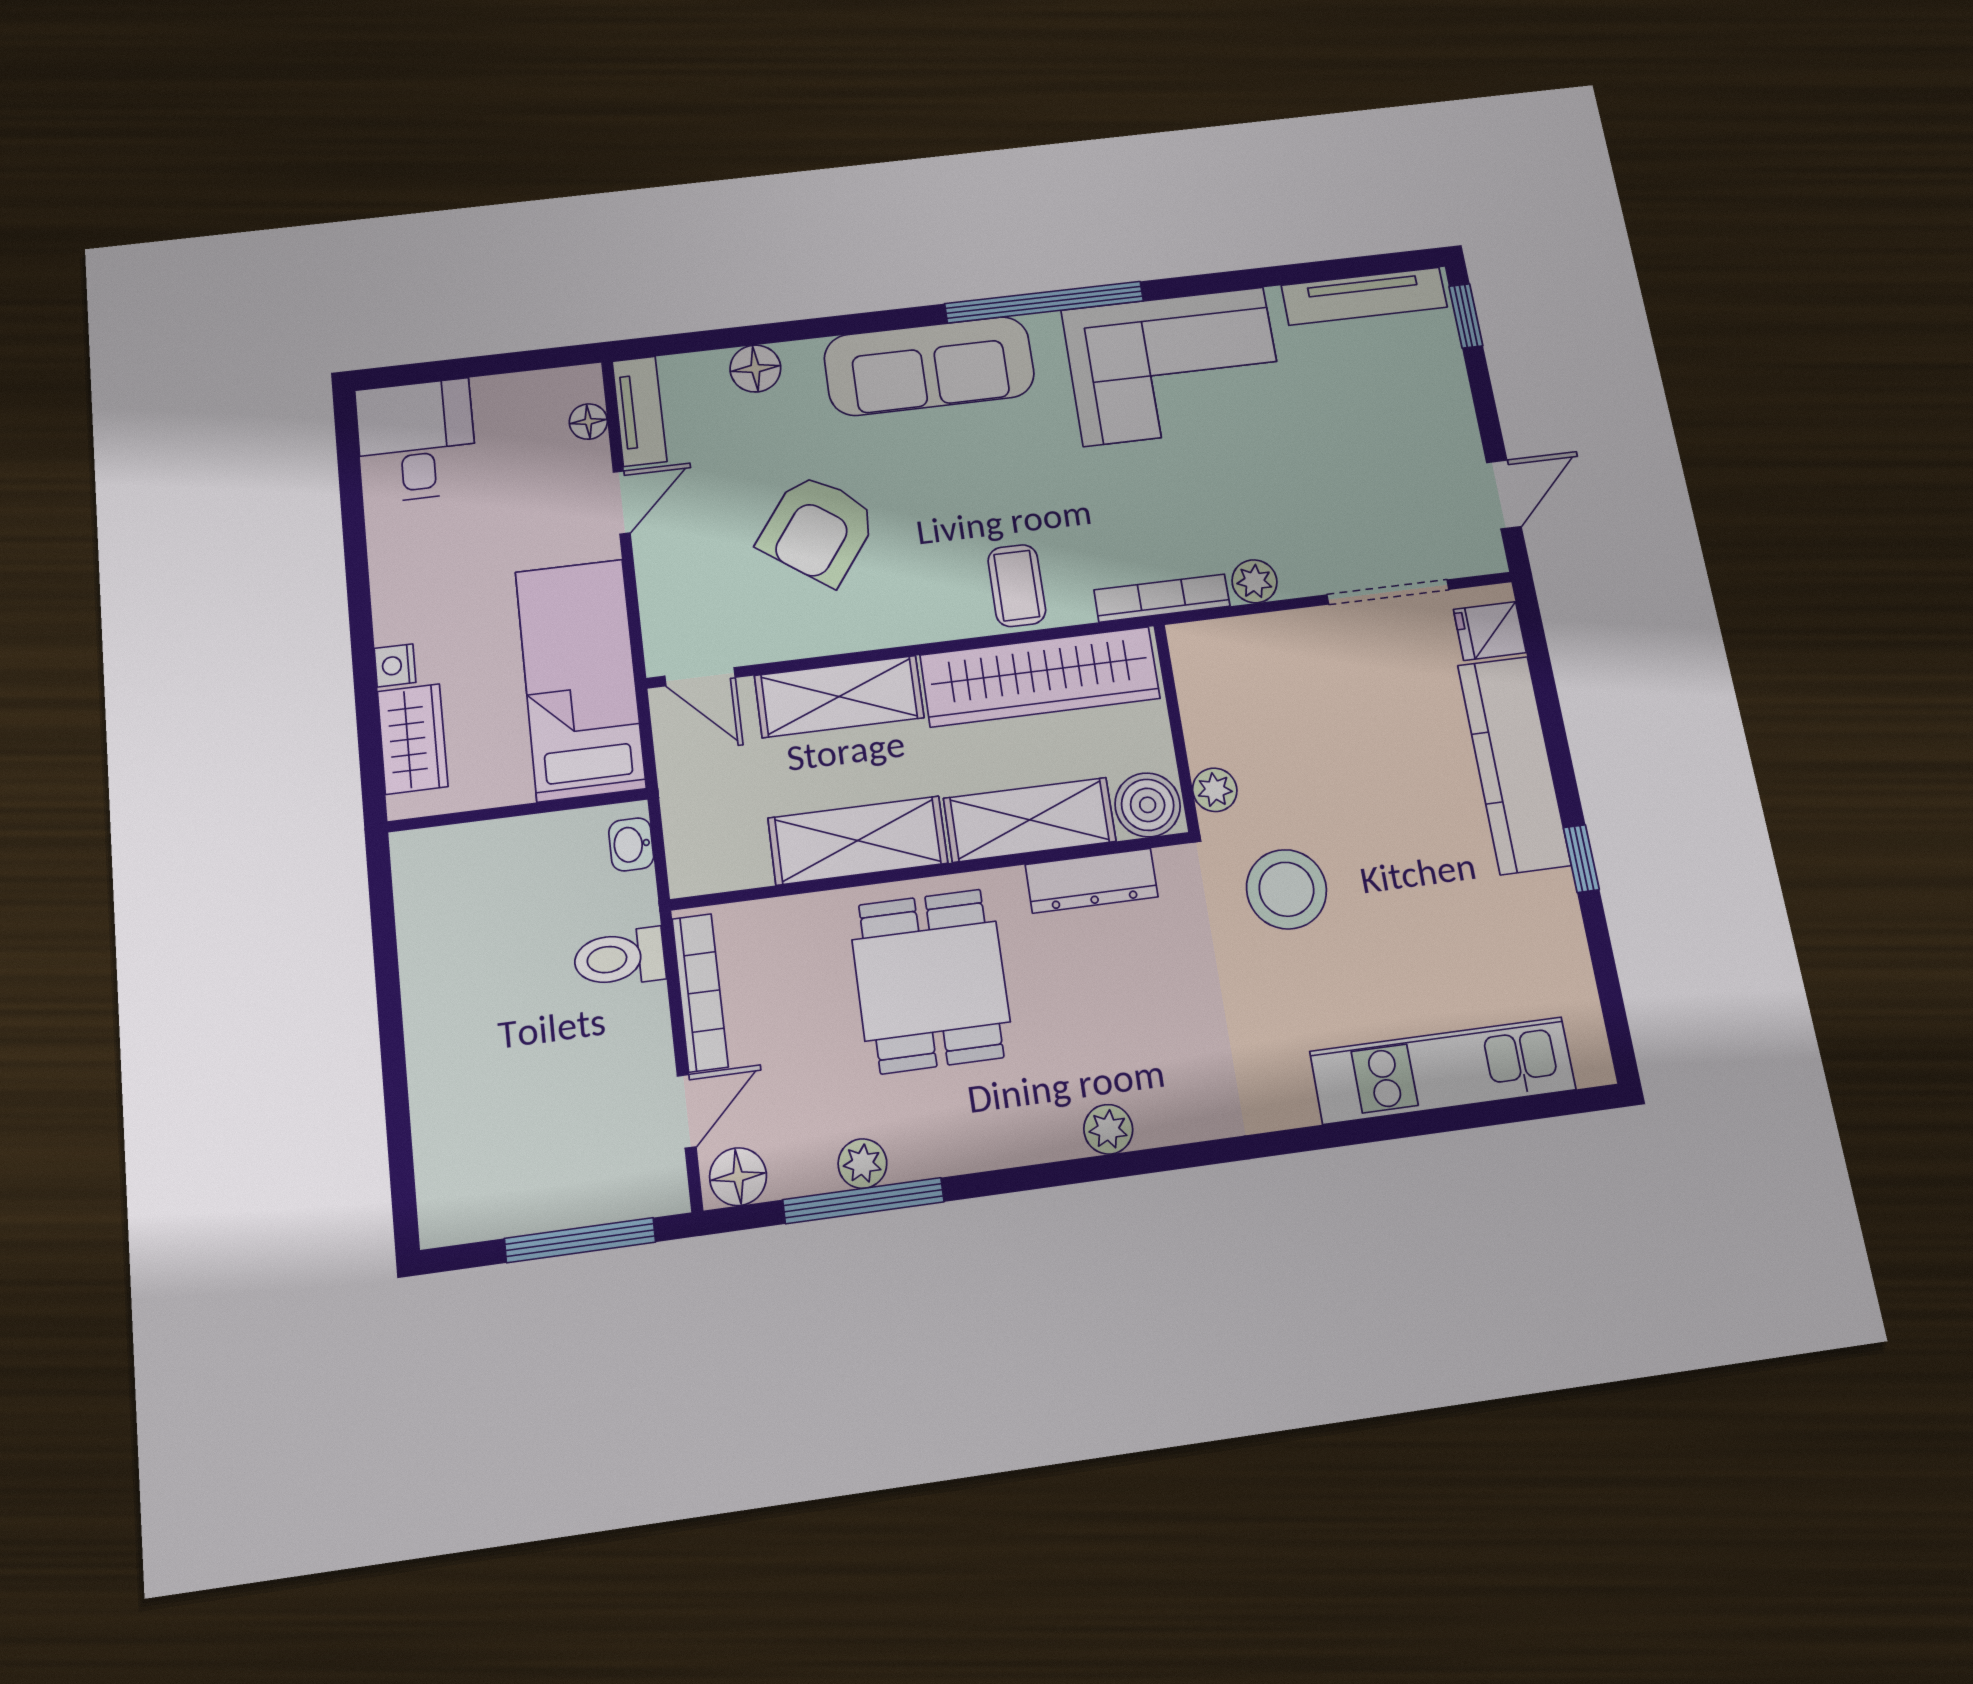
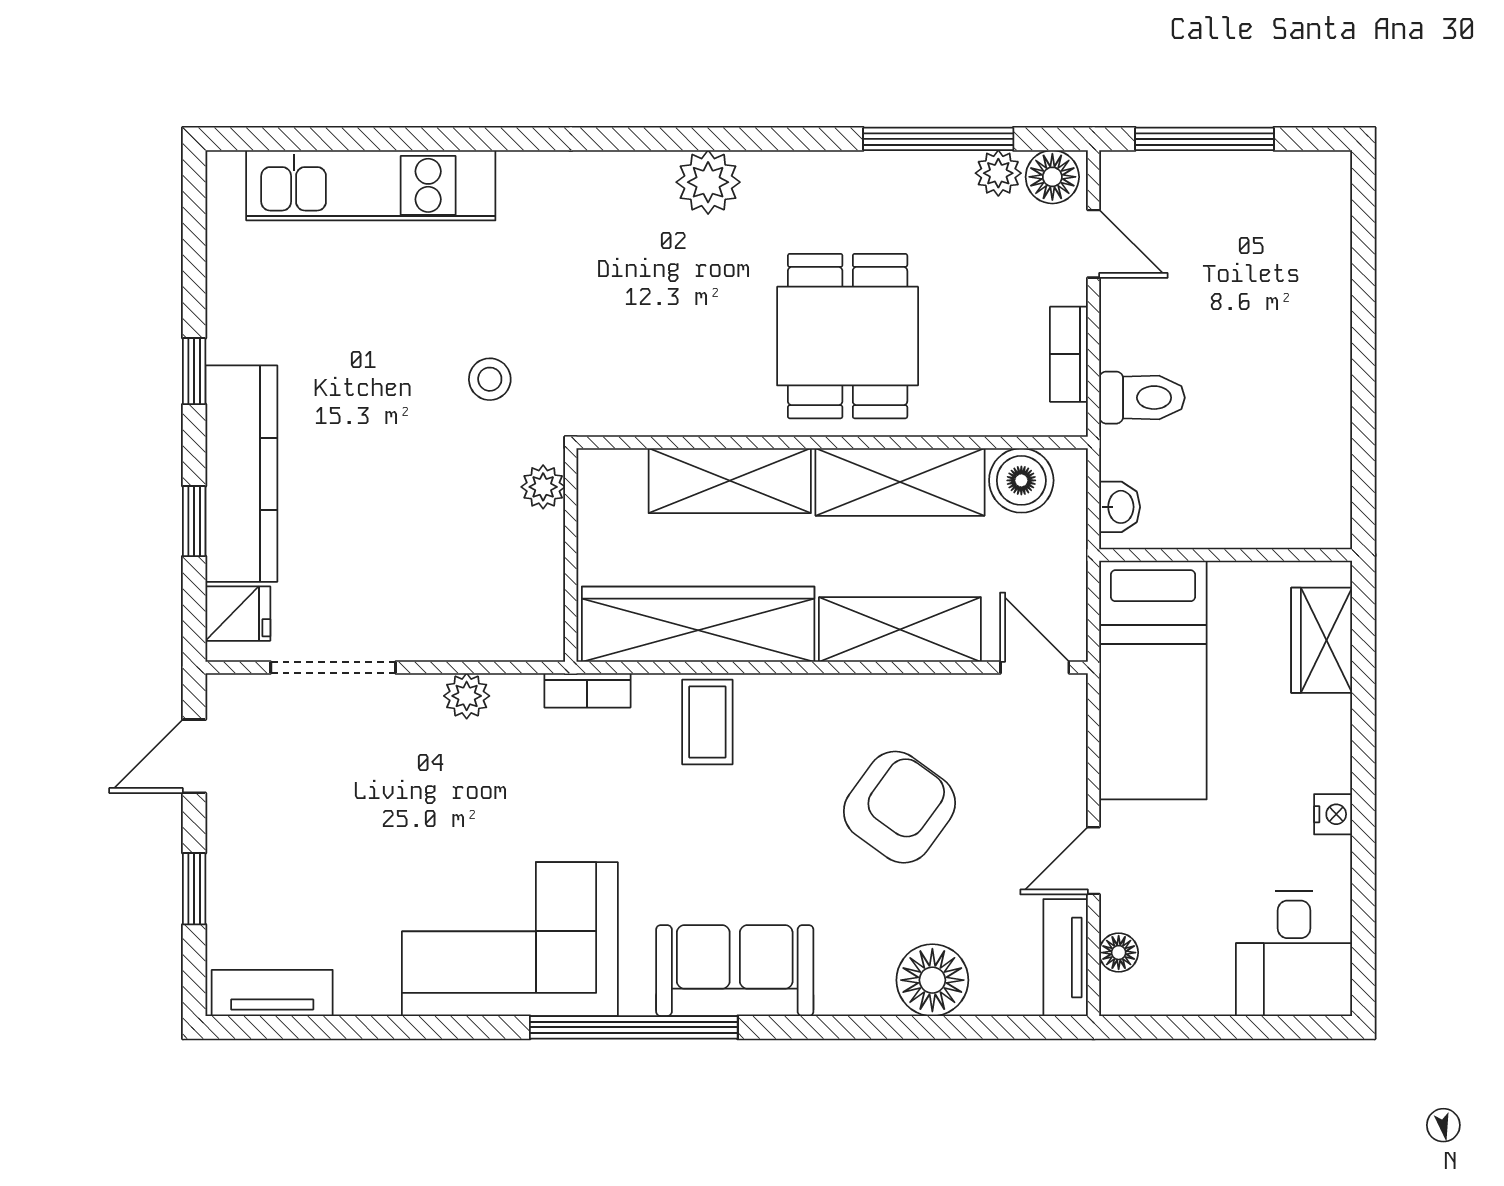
tv unit: (1364, 296) -> (272, 993), width x0.71
window: (1466, 316) -> (194, 889), moved
sofa: (929, 366) -> (735, 971), width x0.73
floor lamp: (755, 369) -> (932, 980), width x1.38, depth x1.38
bookcase: (1162, 598) -> (587, 690), width x0.64
nightstand: (395, 665) -> (1333, 814), moved
window: (1550, 713) -> (194, 521), added
boiler: (1148, 805) -> (1021, 480), moved
dresser: (1092, 881) -> (678, 413), removed
stool: (1286, 889) -> (490, 379), width x0.53, depth x0.53
bookcase: (700, 992) -> (1069, 354), width x0.64
door: (687, 1111) -> (1094, 244), swing flipped
plant: (1108, 1129) -> (708, 182), width x1.38, depth x1.38
plant: (862, 1164) -> (998, 173), moved

